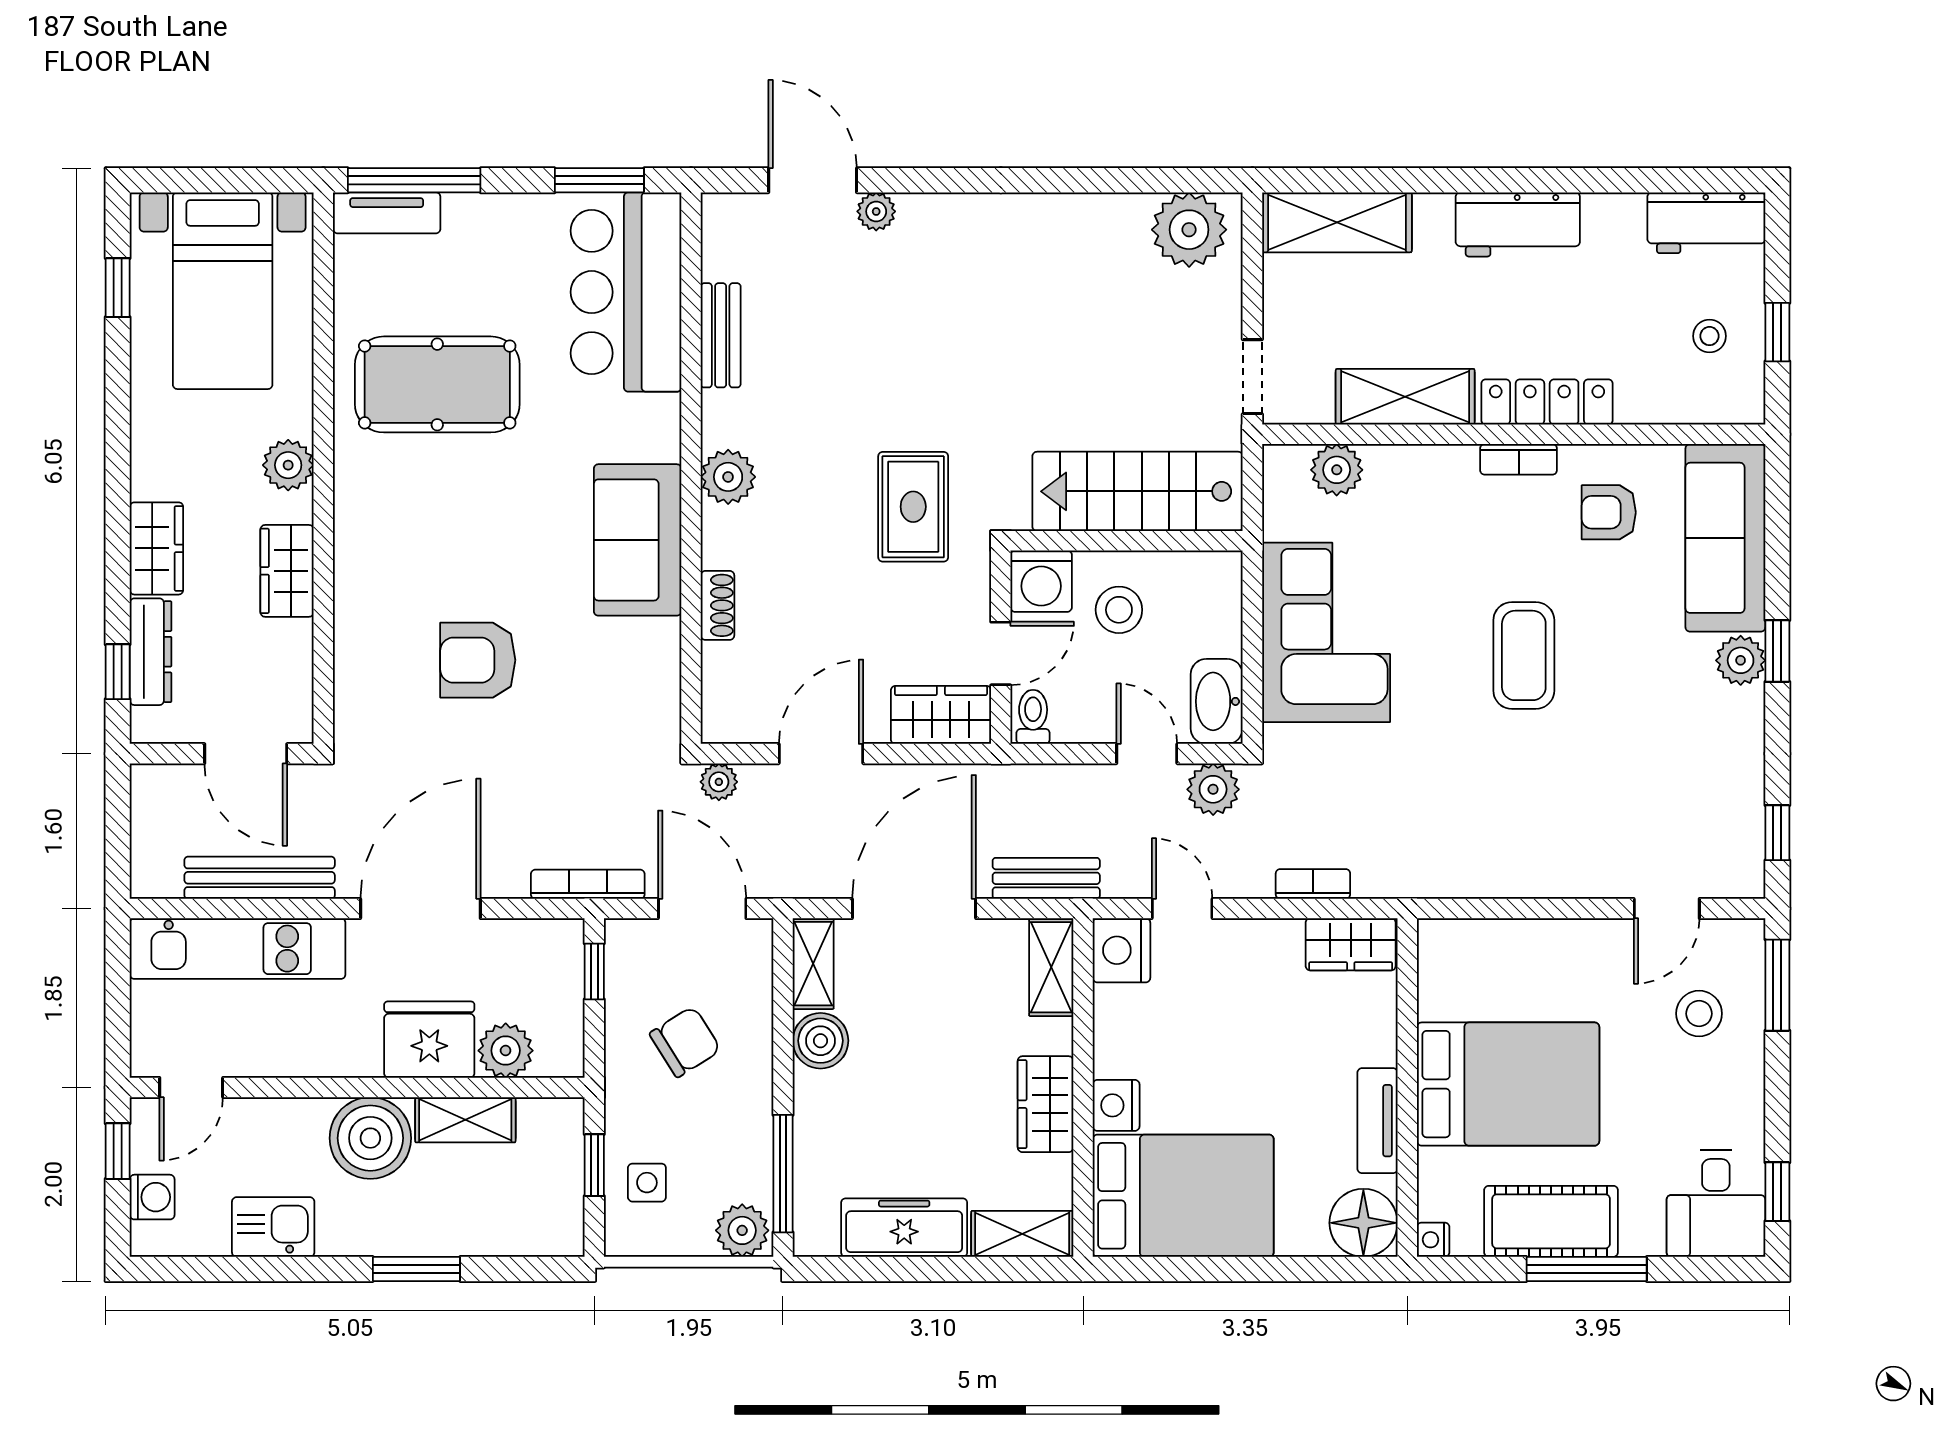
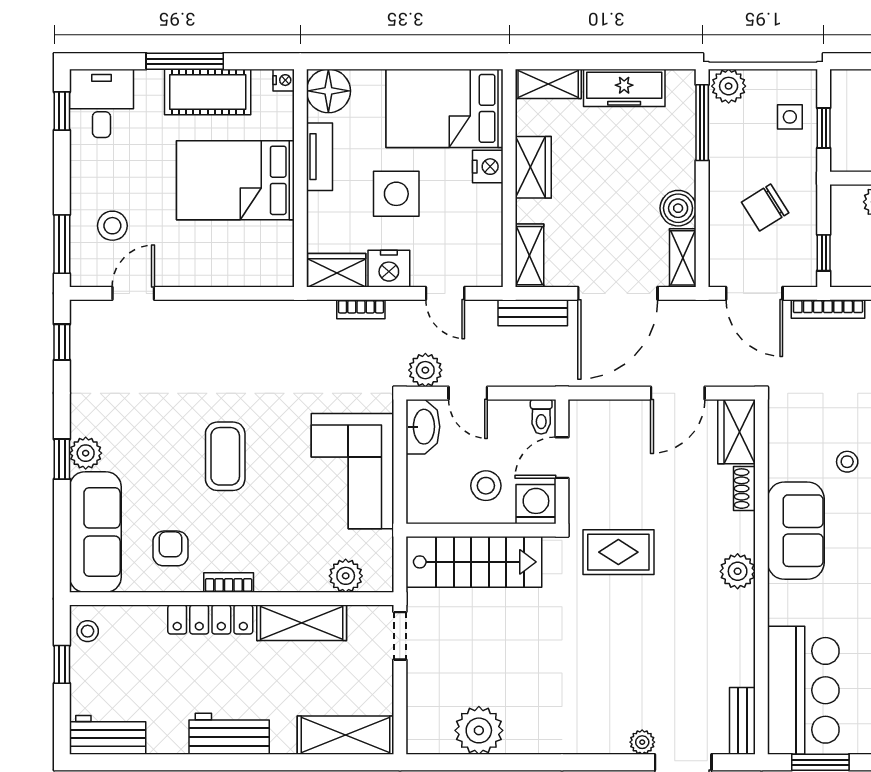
plant: (1189, 230) -> (479, 730), moved
bench: (721, 335) -> (742, 721), moved
stool: (1709, 336) -> (88, 631), moved
rug: (913, 507) -> (618, 552), turned 90
armchair: (1609, 512) -> (170, 548), turned -90
stool: (558, 647) -> (847, 462), added
wardrobe: (941, 715) -> (736, 432), moved, turned 90
plant: (719, 782) -> (744, 375), removed
nightstand: (1121, 950) -> (389, 269), moved, turned 90
side table: (1258, 1063) -> (396, 194), added

